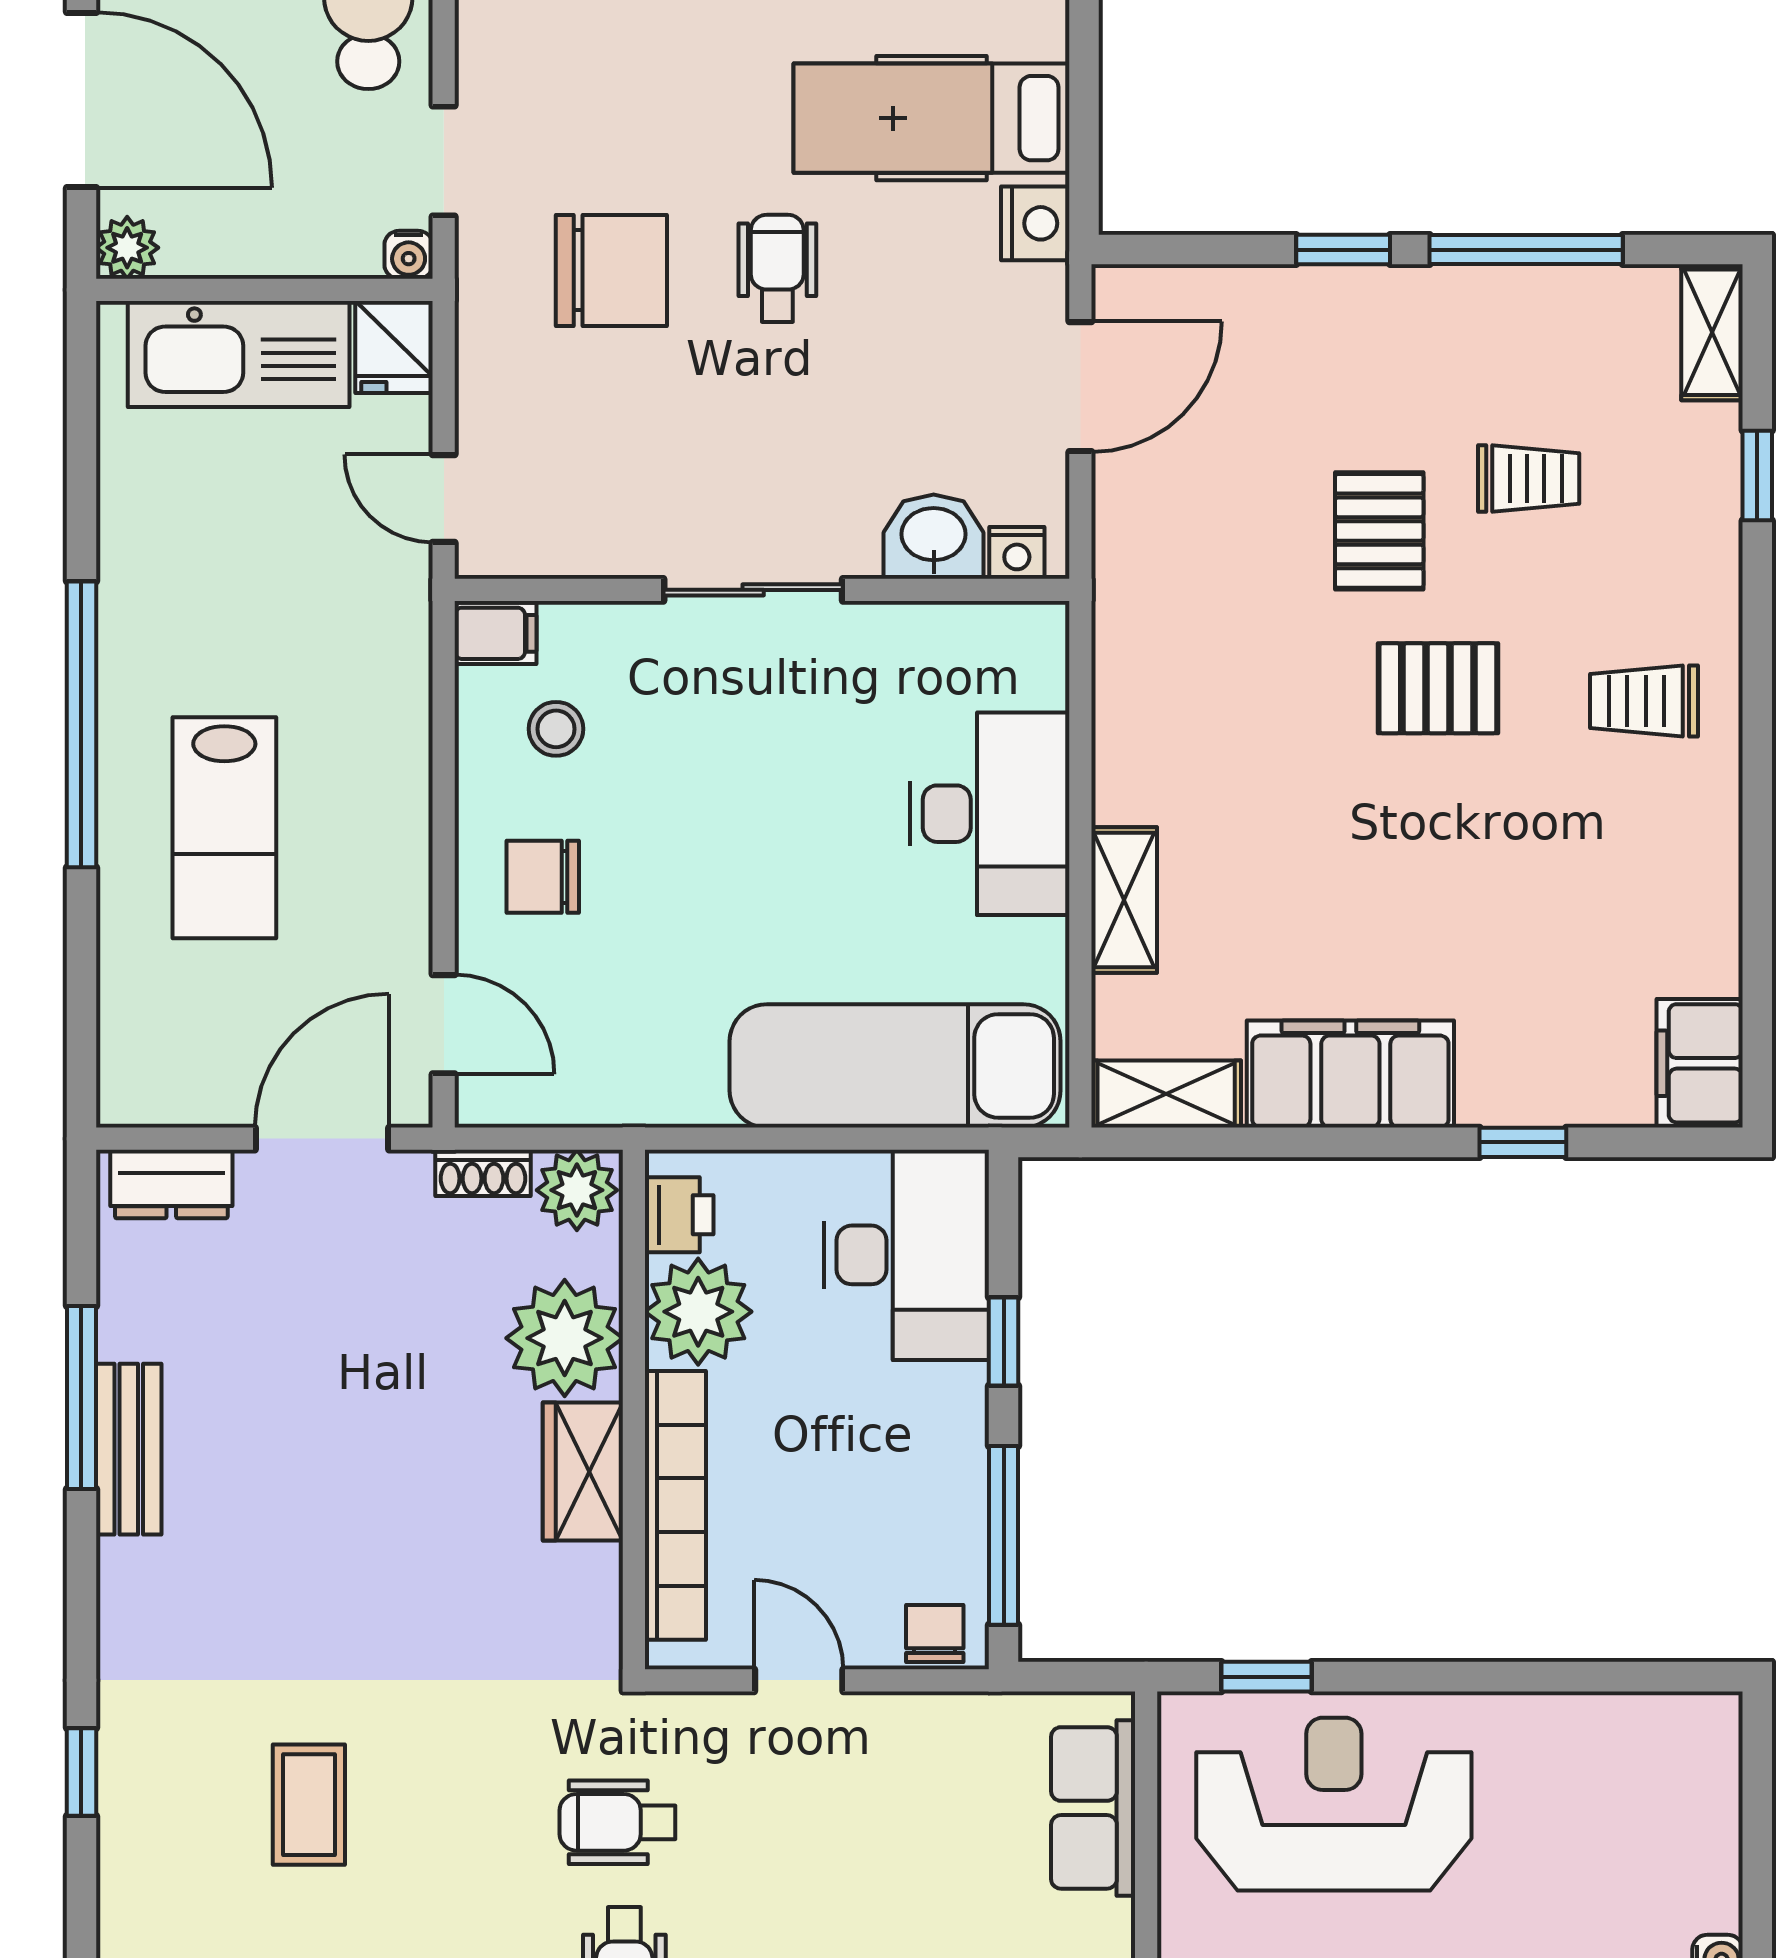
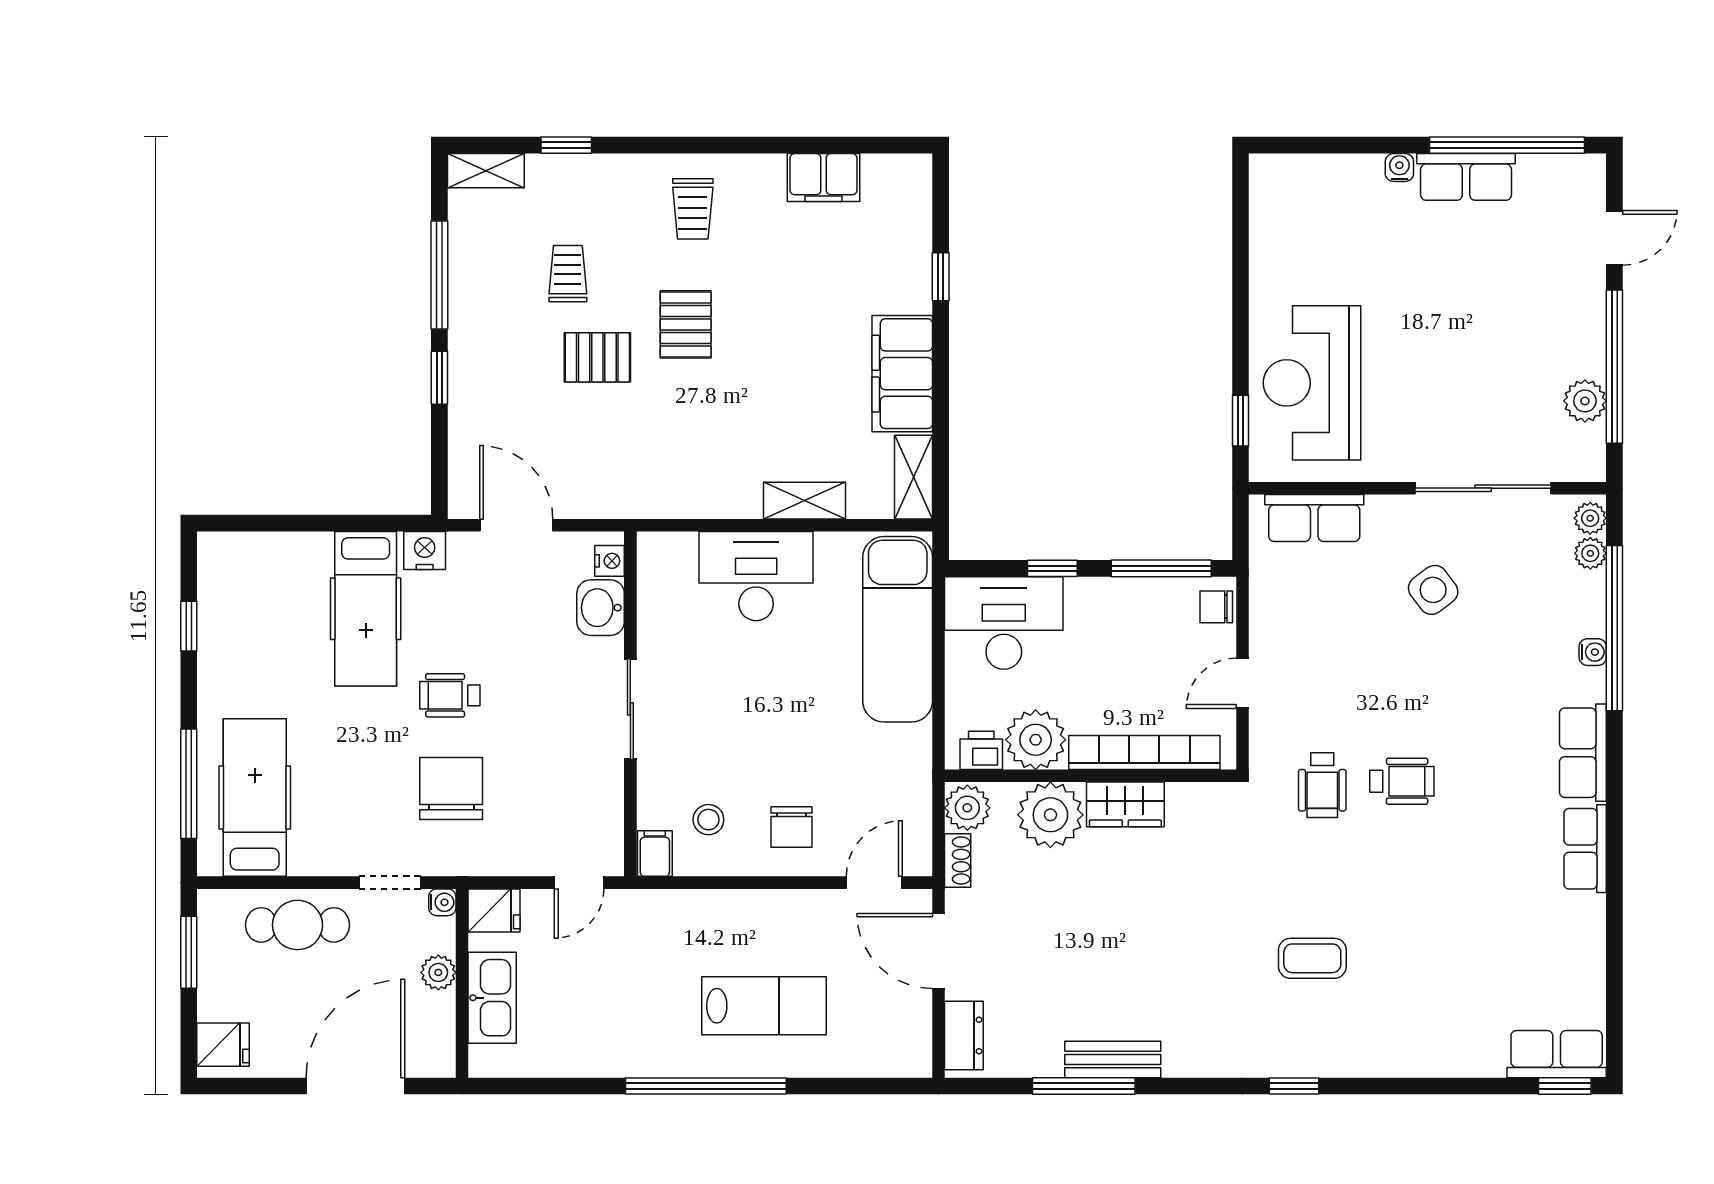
plant: (127, 248) -> (438, 972), moved
kitchen sink: (239, 354) -> (492, 998), width x0.73, depth x0.81
filing cabinet: (1700, 1063) -> (823, 178), moved

